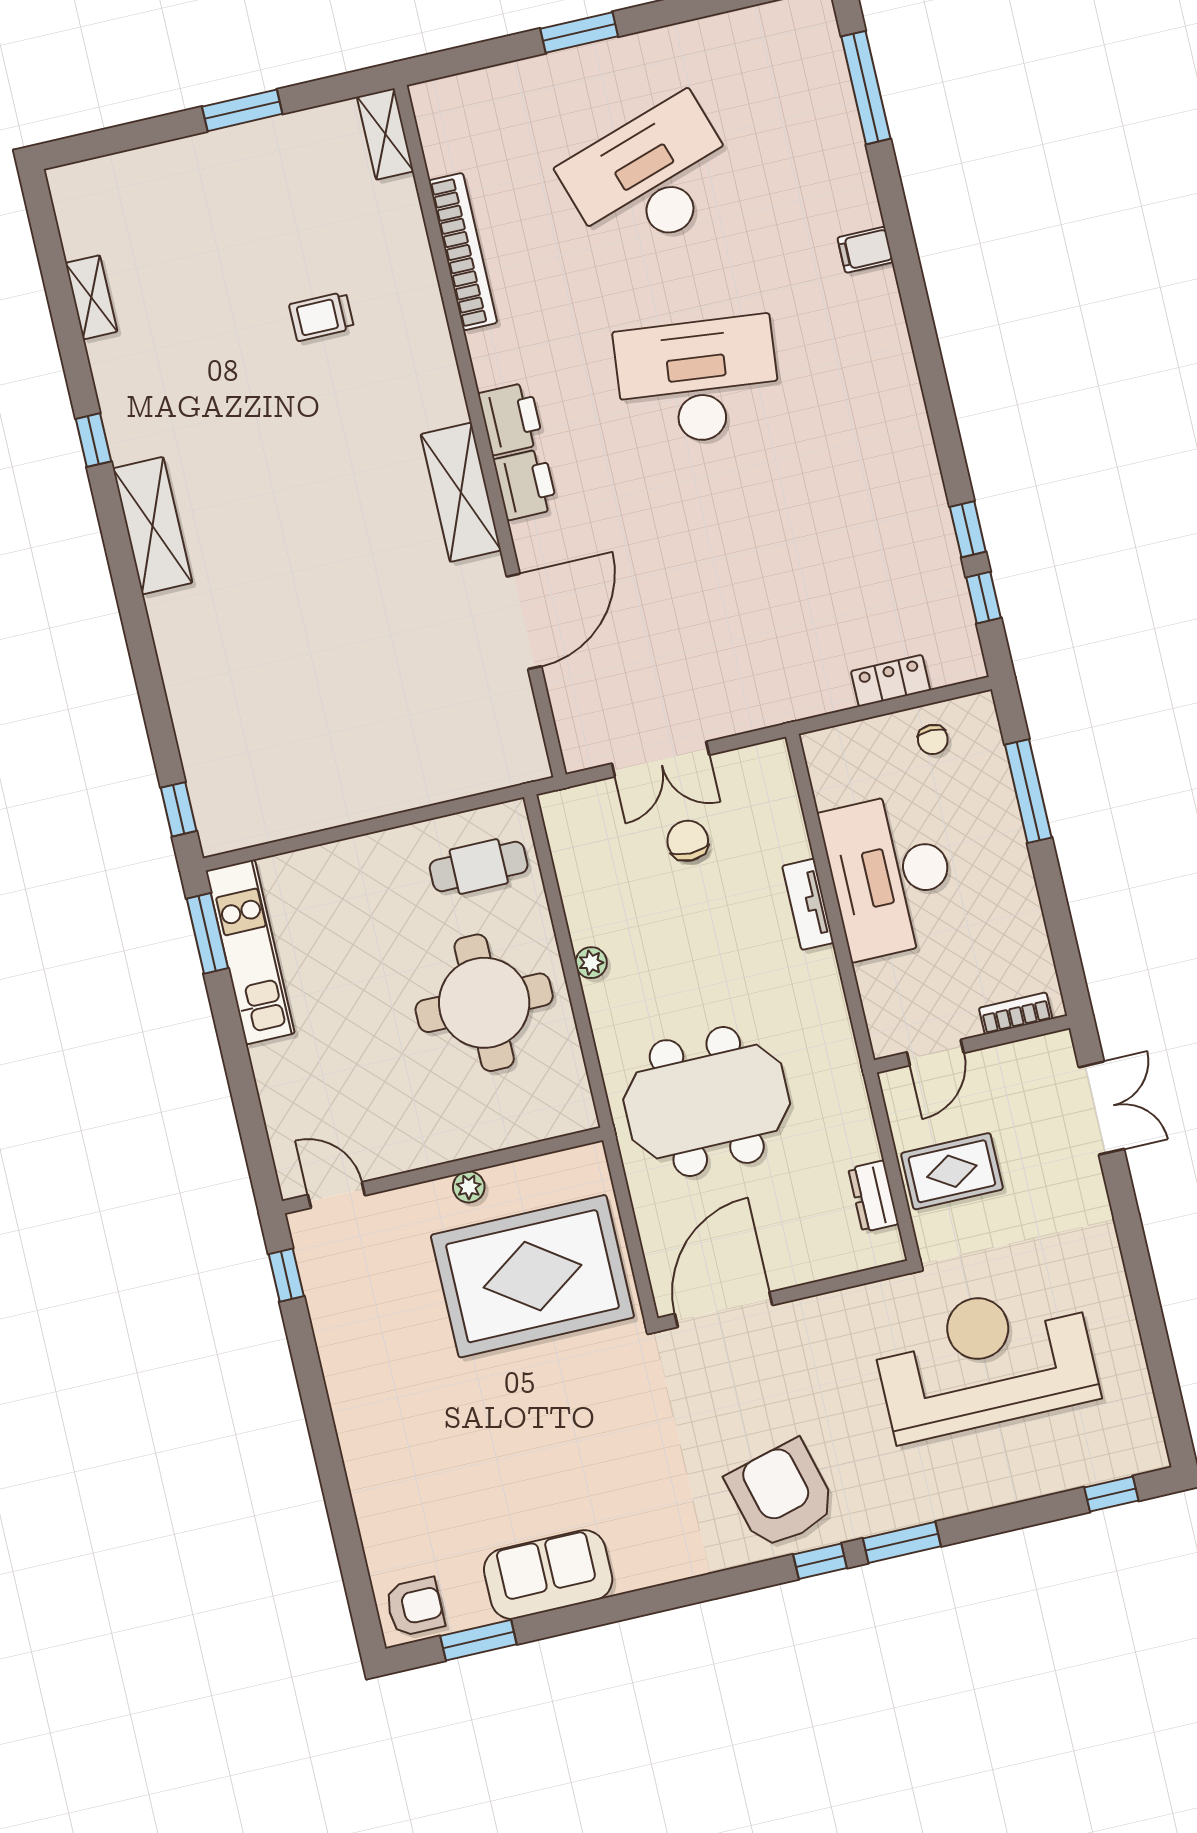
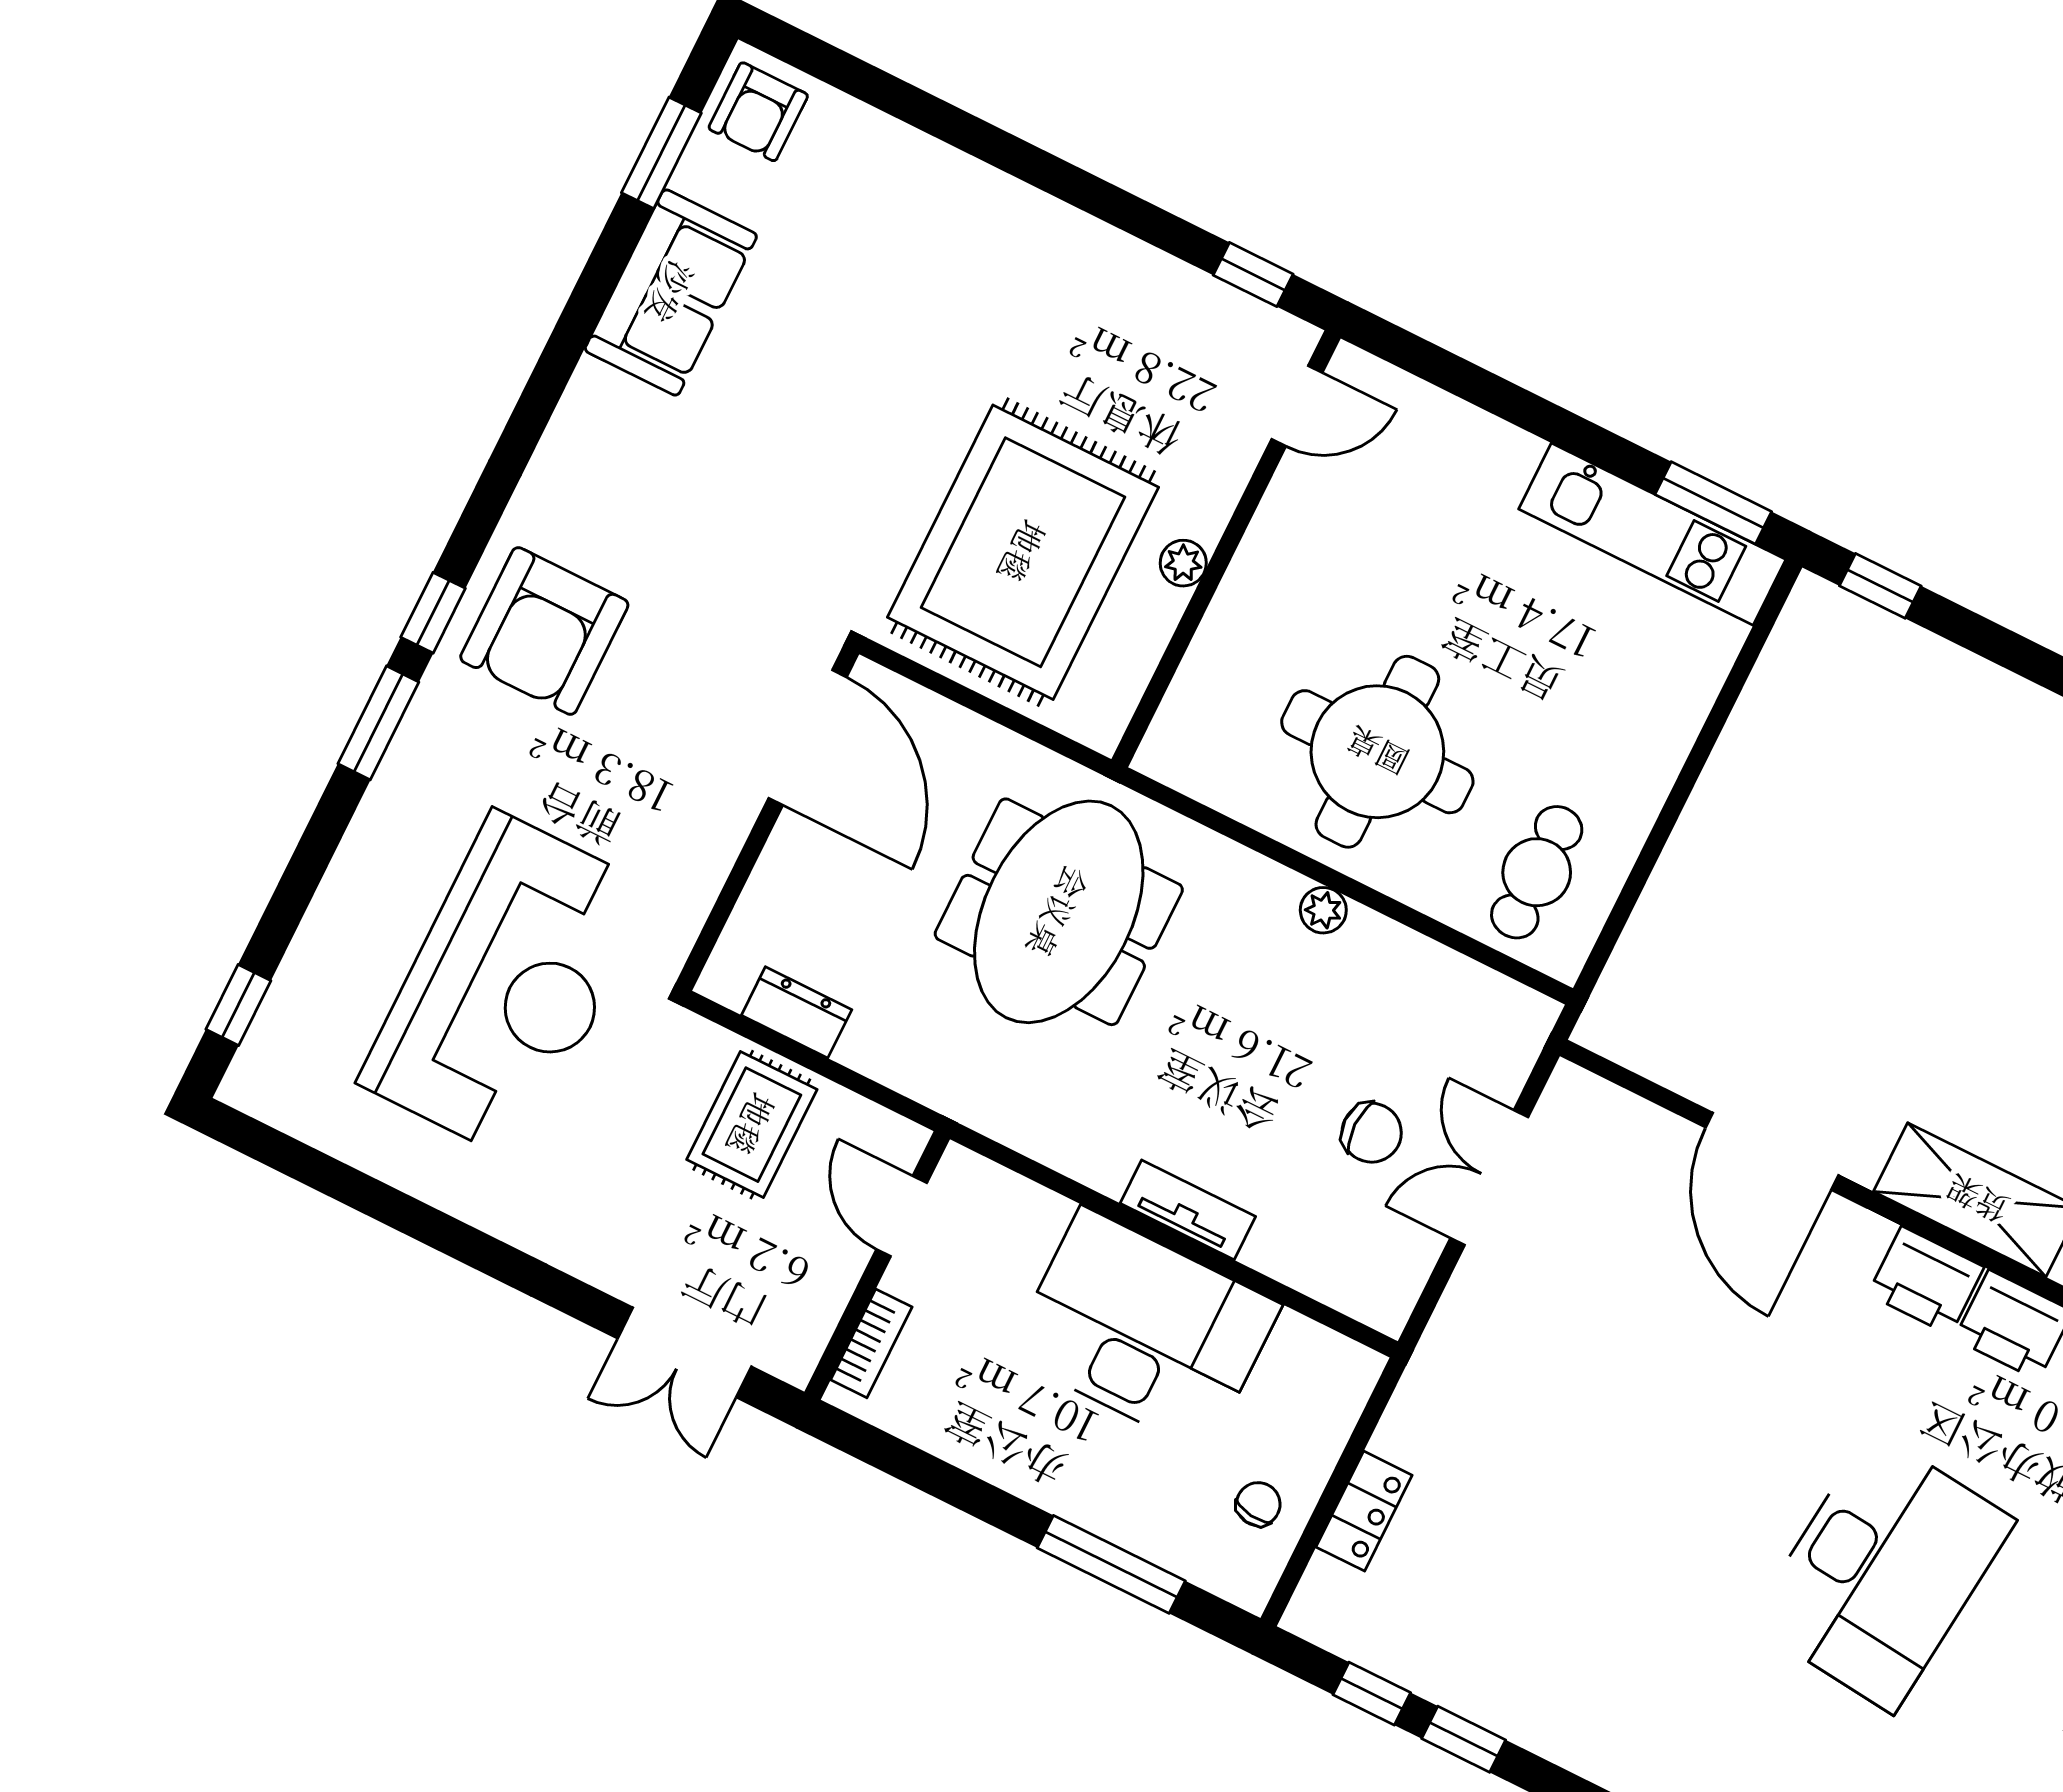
chair: (933, 740) -> (1258, 1504), turned 97
armchair: (781, 1495) -> (544, 631), turned 105

